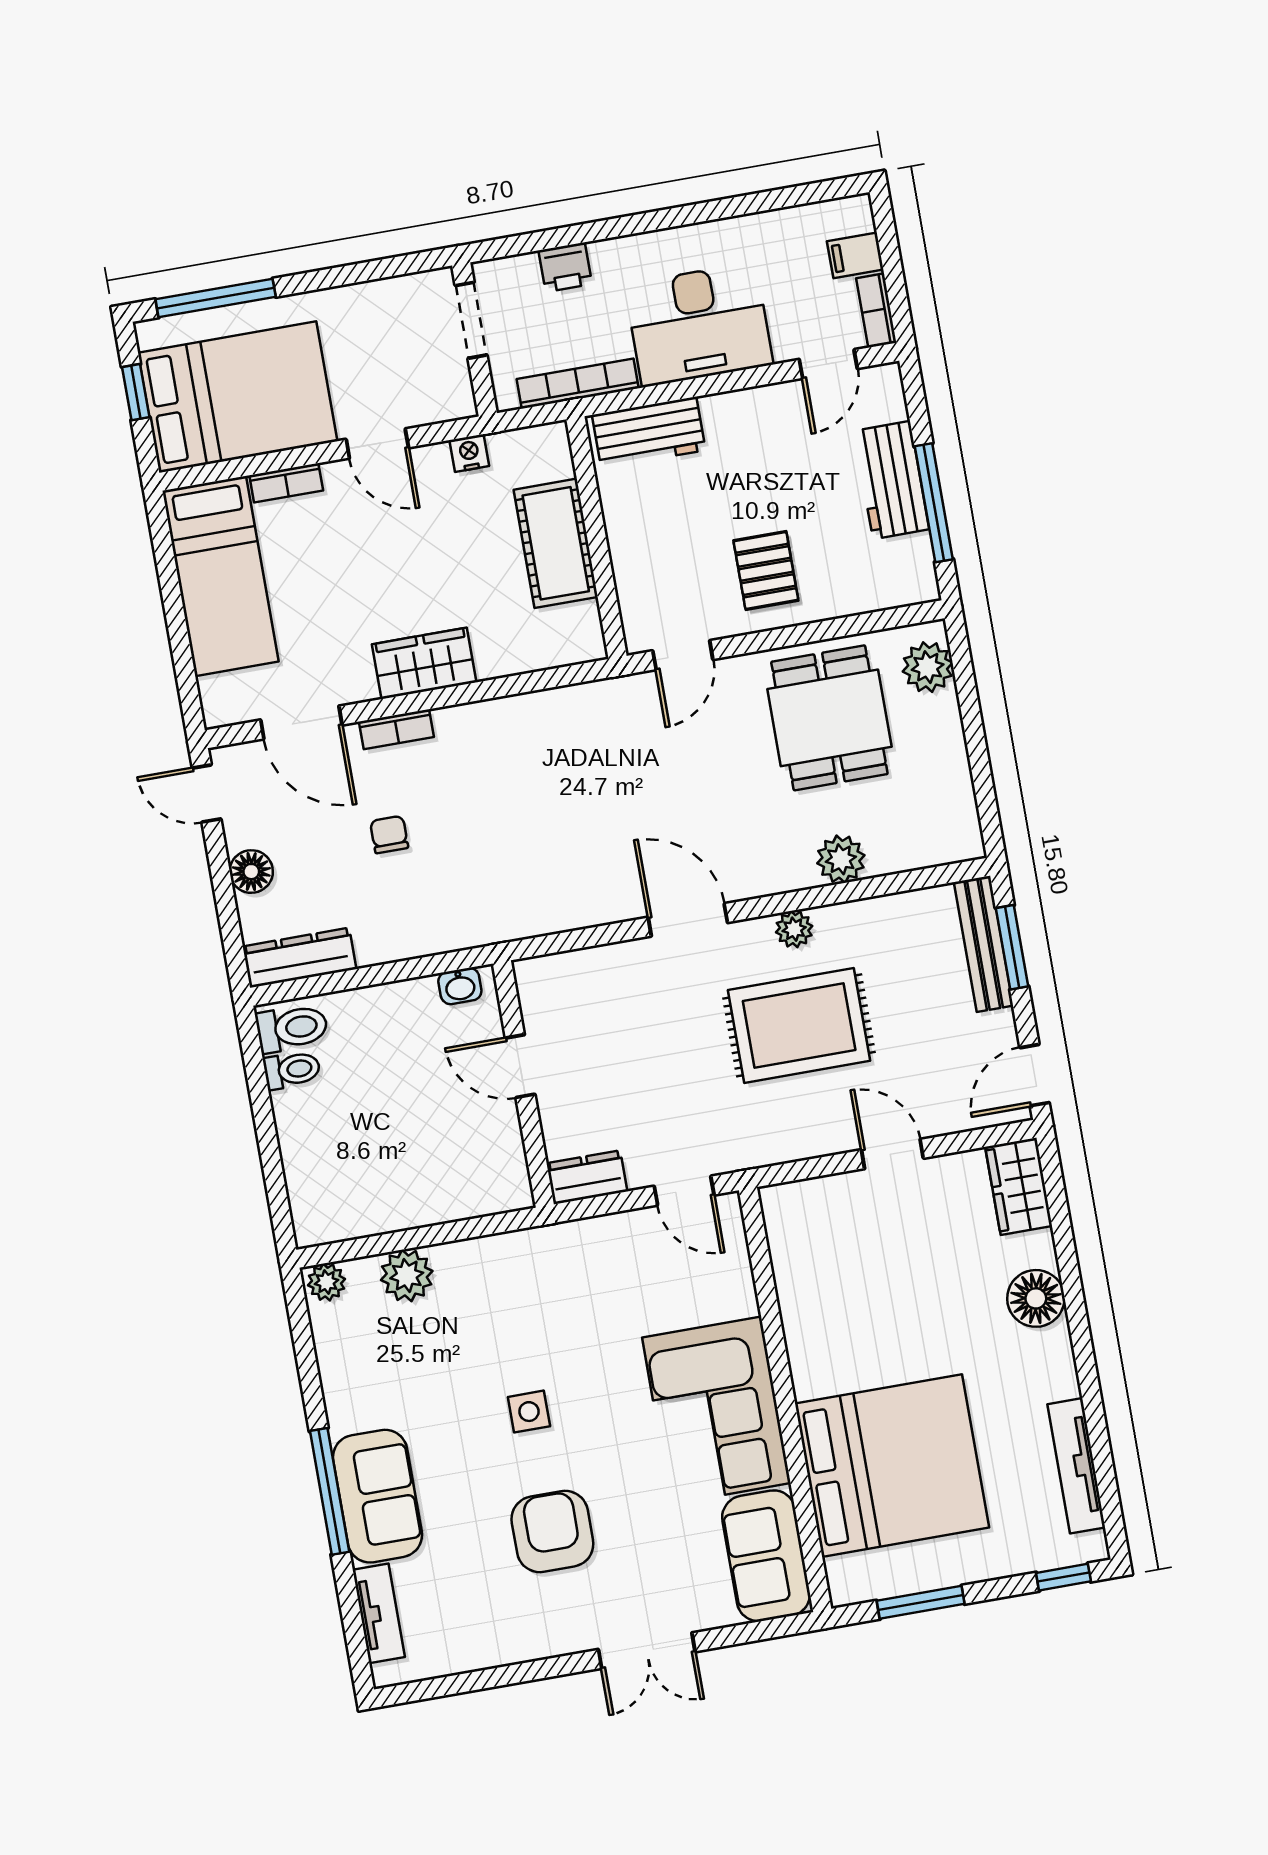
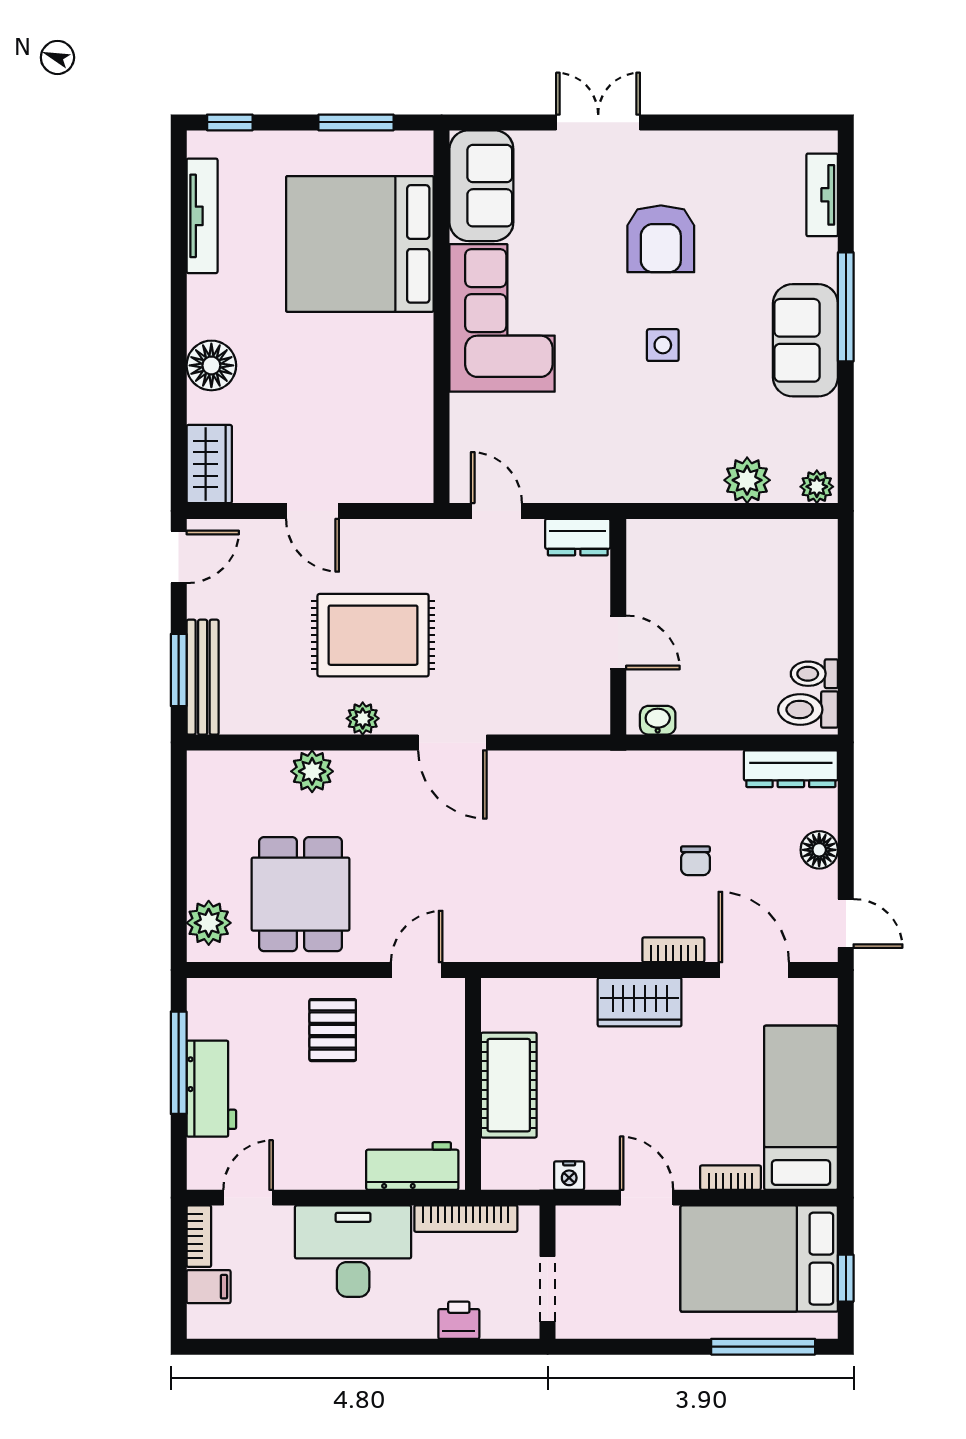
sofa: (377, 1496) -> (805, 340), moved

